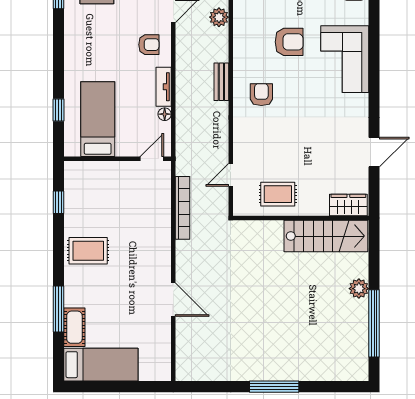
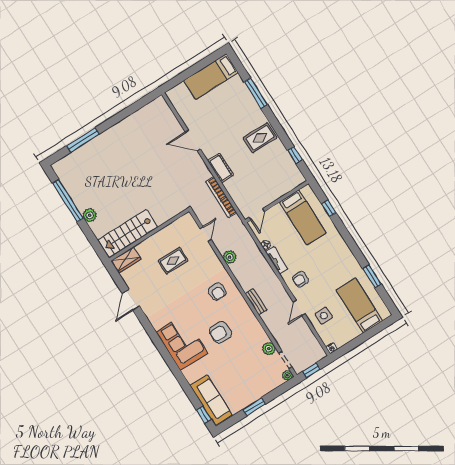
plant: (219, 17) -> (230, 257), moved
bench: (221, 82) -> (256, 302), moved
rug: (278, 194) -> (173, 261), moved
cot: (74, 327) -> (220, 168), moved
window: (274, 387) -> (83, 140), moved

